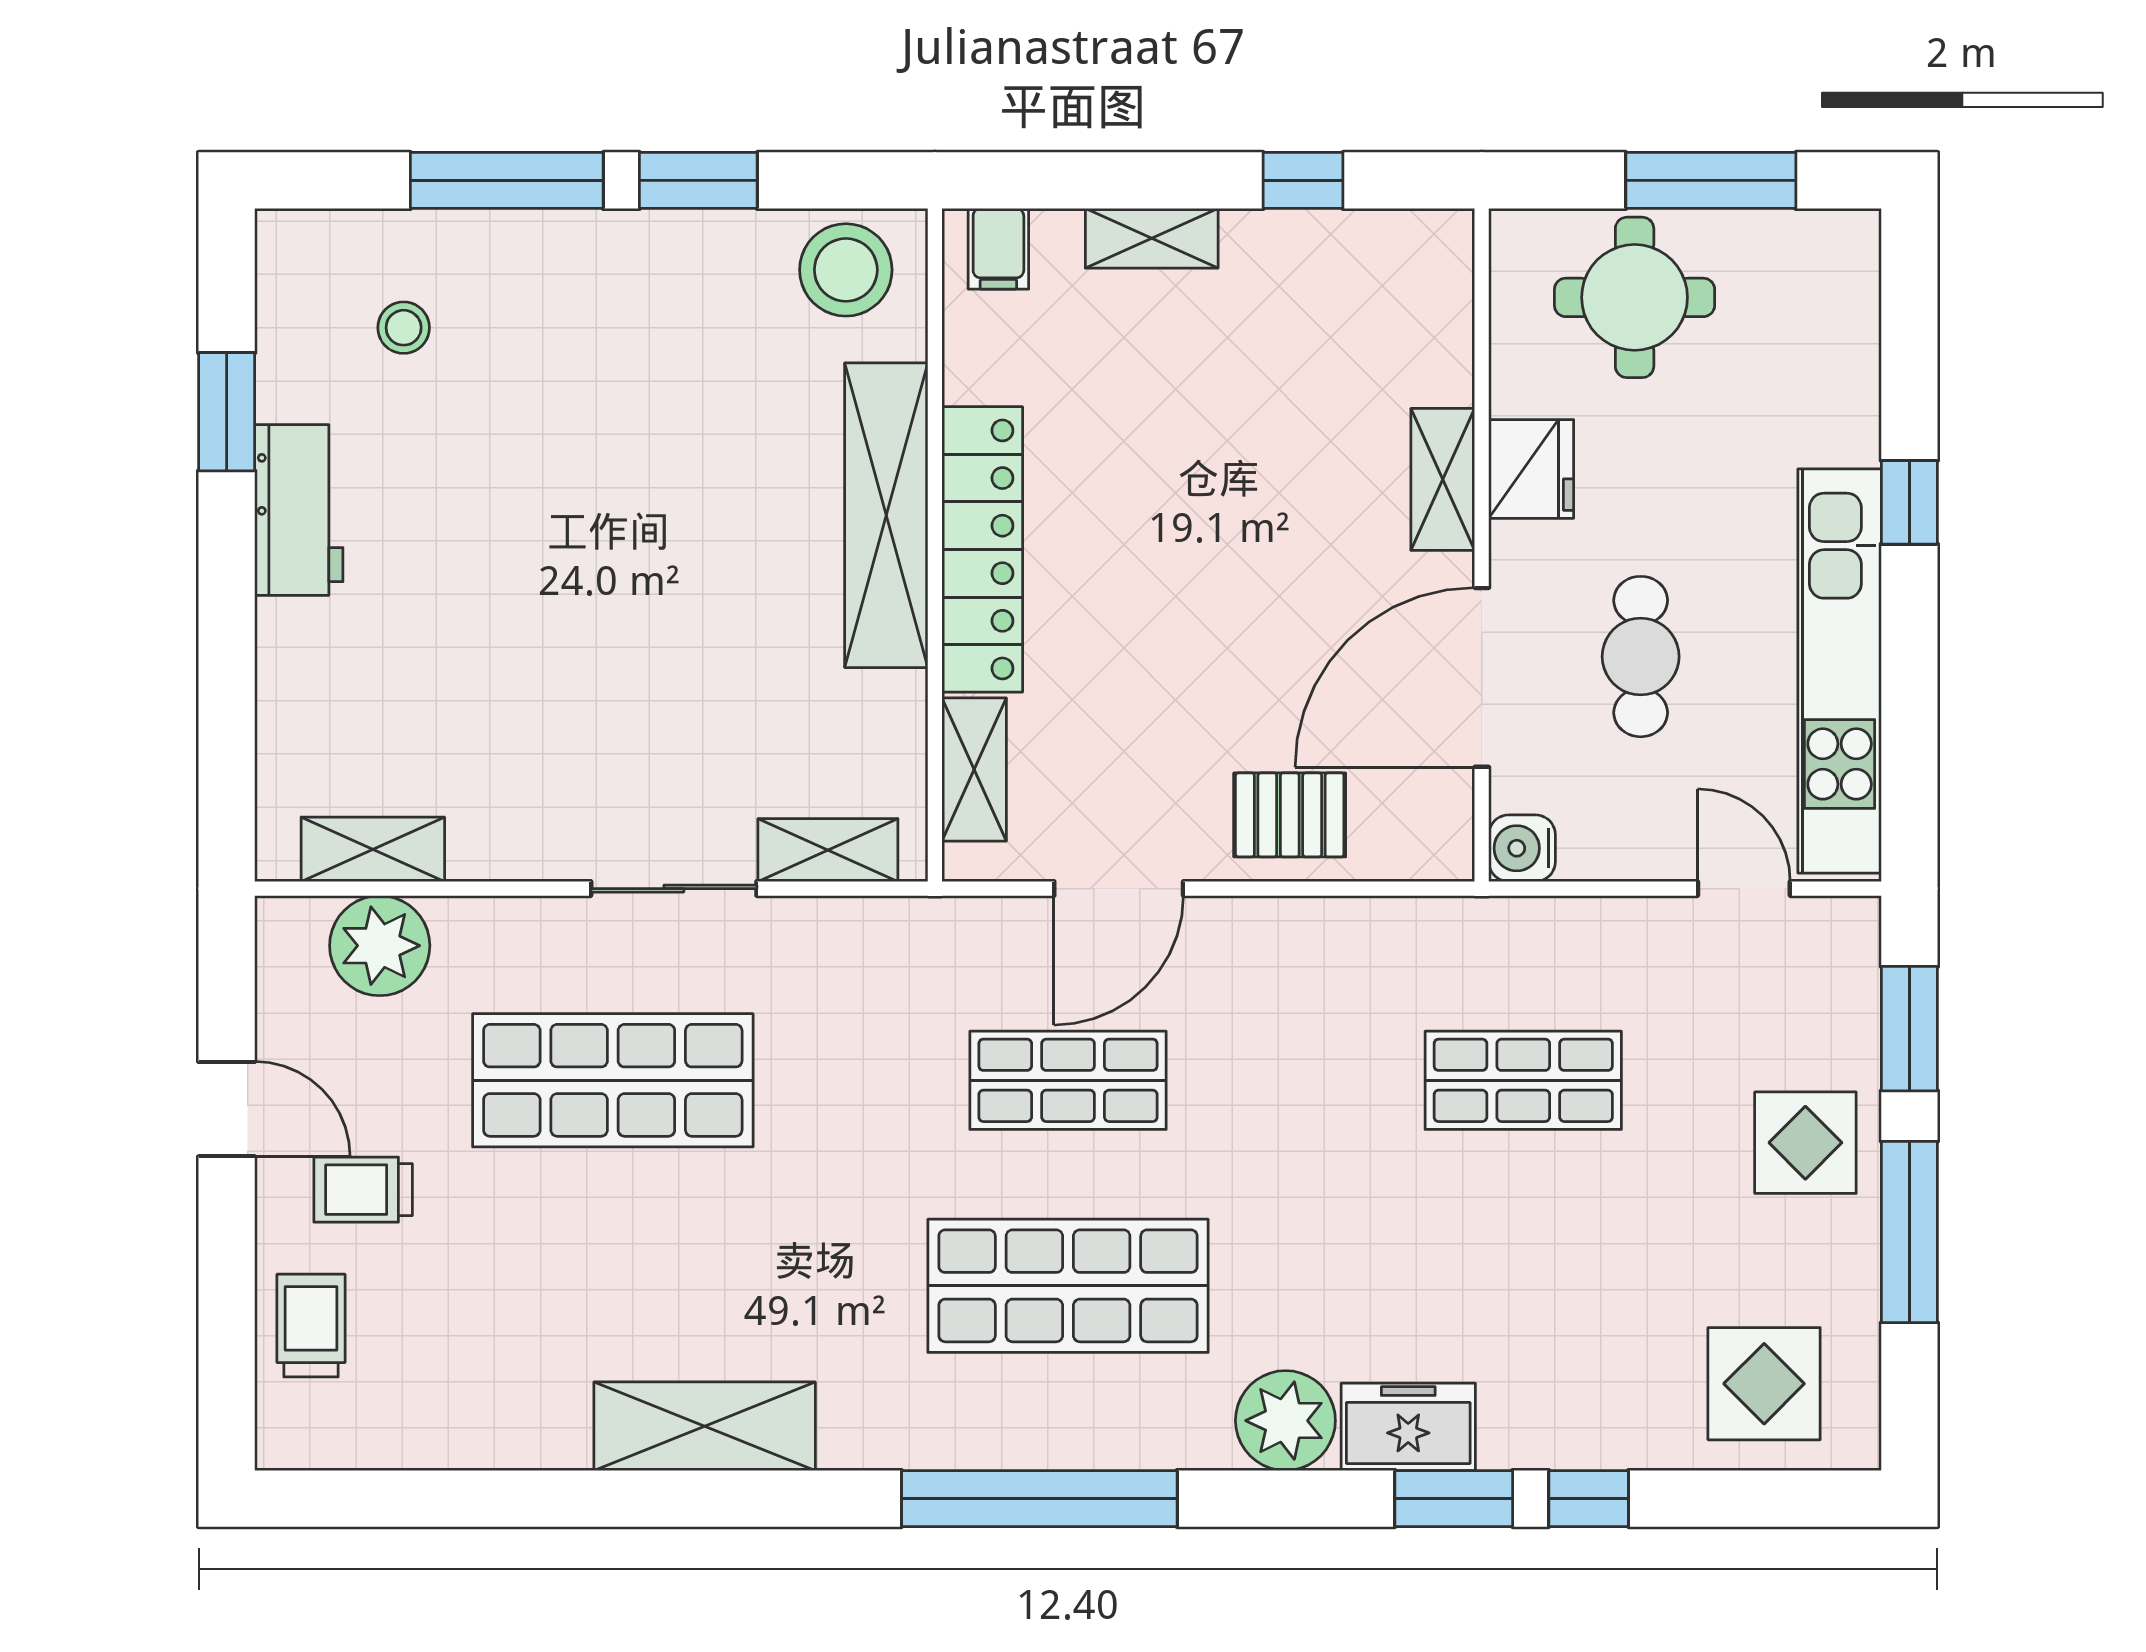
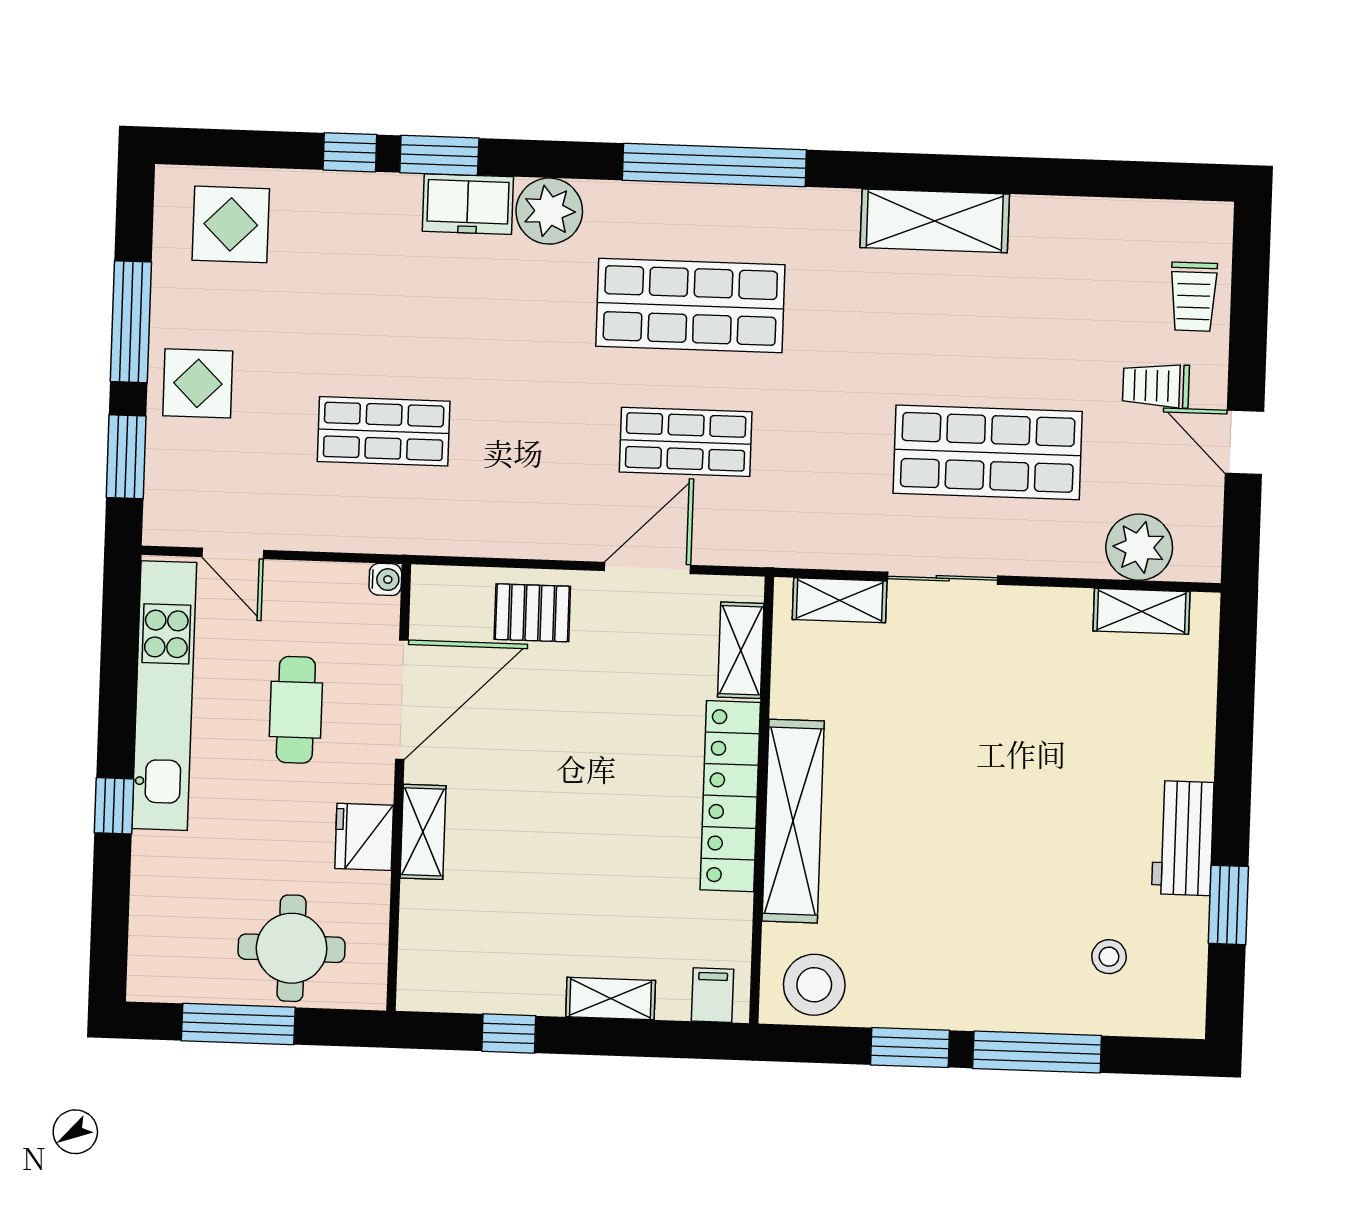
water cooler: (1522, 848) -> (385, 579), width x0.72, depth x0.72
trolley: (363, 1190) -> (1156, 386), turned 180

